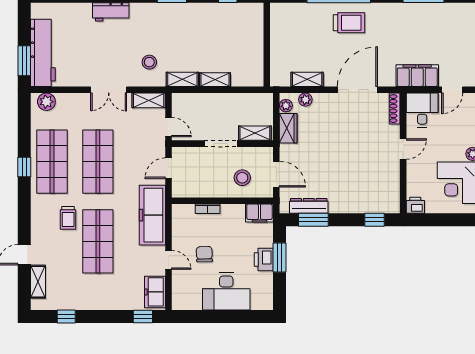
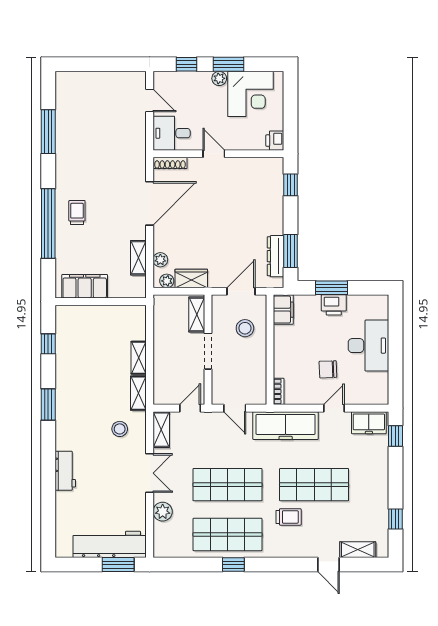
trolley: (349, 23) -> (77, 212), width x0.73, depth x0.72
filing cabinet: (417, 76) -> (85, 286), moved, turned 90
door: (357, 90) -> (150, 203), swing flipped
plant: (46, 102) -> (163, 512), moved
bookcase: (208, 209) -> (279, 391), moved

